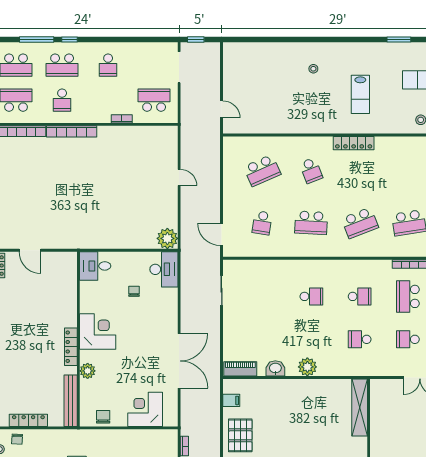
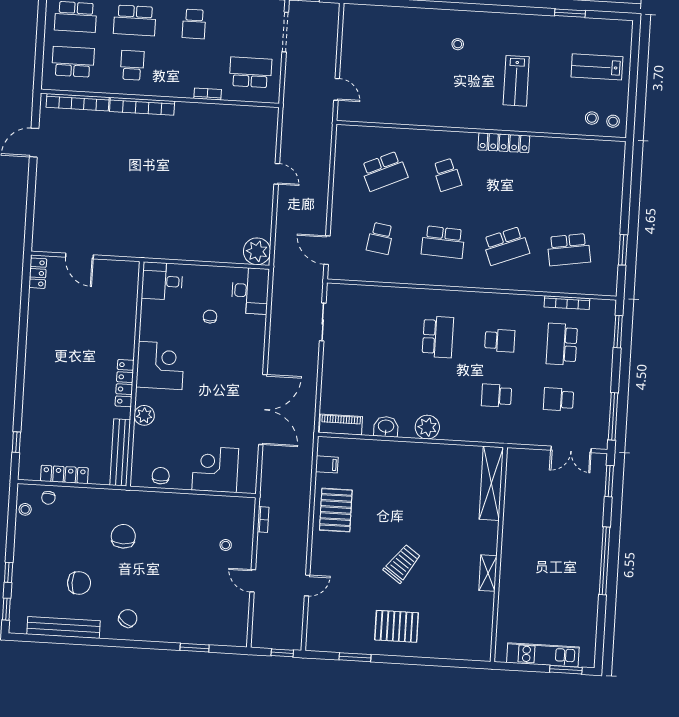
school desk: (62, 100) -> (132, 65), turned 180
school desk: (311, 296) -> (438, 337), width x1.85

